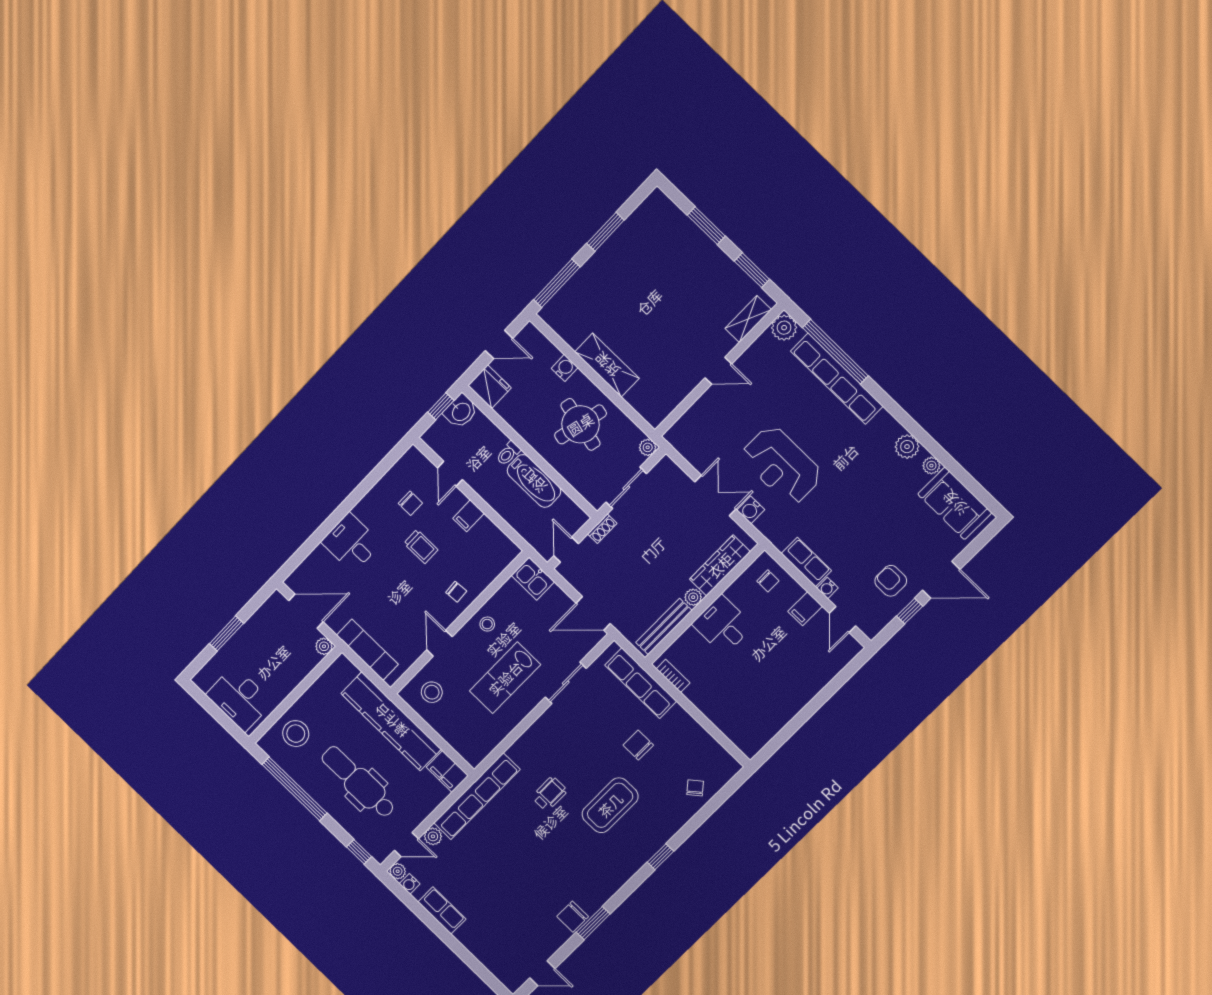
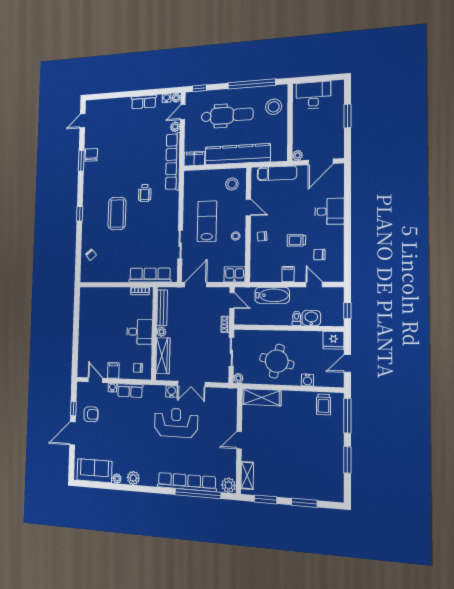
trolley: (573, 322) -> (323, 404), added
shelving: (607, 365) -> (261, 397), moved
washbasin: (461, 411) -> (311, 318), moved, turned 90
bathtub: (534, 481) -> (272, 295), moved, turned 180
chair: (638, 745) -> (128, 249), removed

